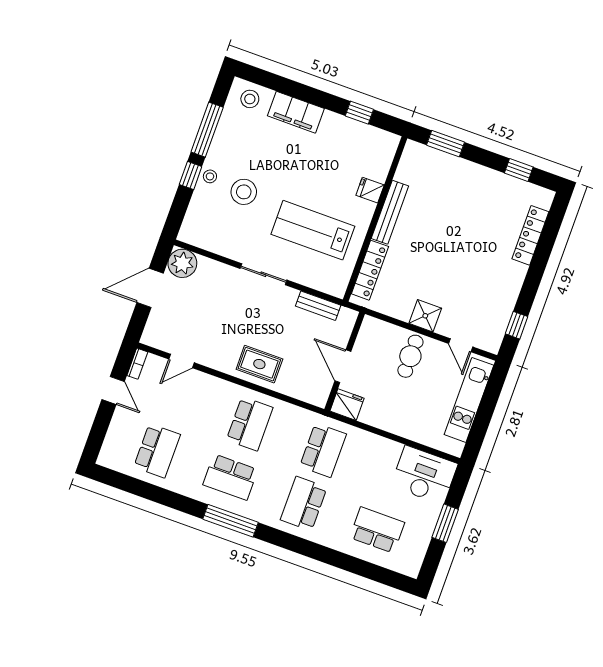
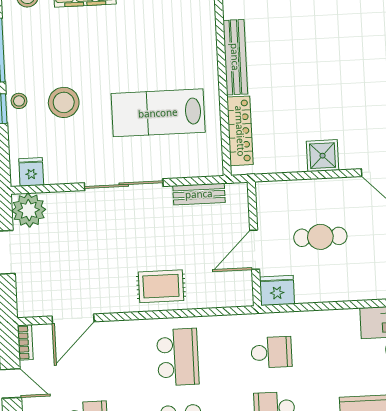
fridge: (370, 190) -> (31, 172), moved, turned 90
sliding door: (263, 274) -> (124, 185), width x1.37
cafe table: (410, 356) -> (320, 237), moved, turned 90
door: (182, 361) -> (73, 319), width x1.38
door: (343, 366) -> (255, 250), hinge flipped
school desk: (323, 450) -> (271, 352), width x0.54

